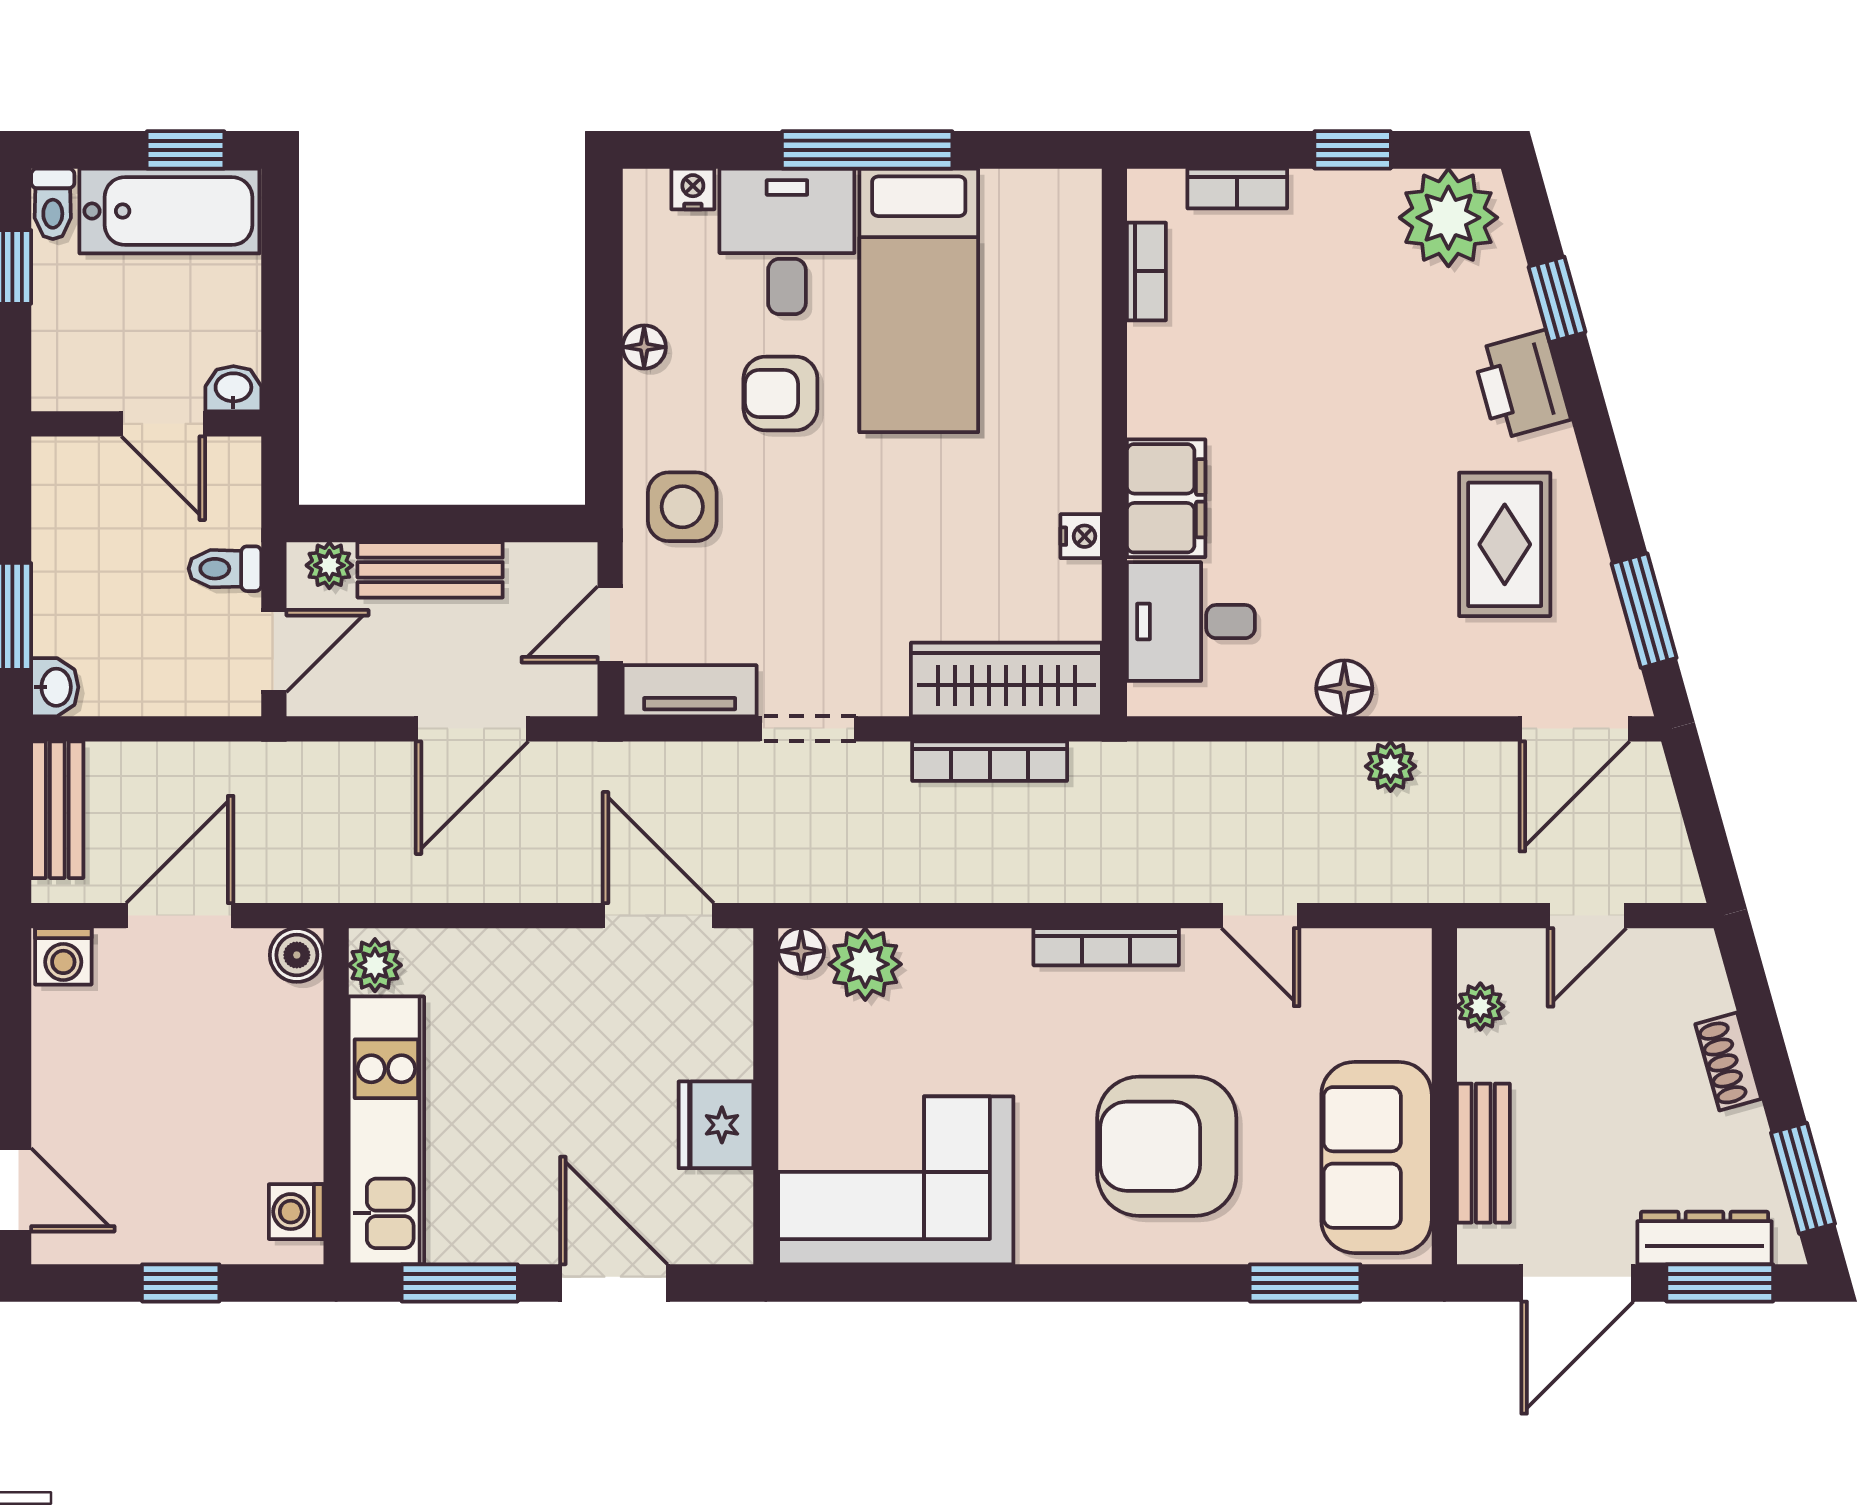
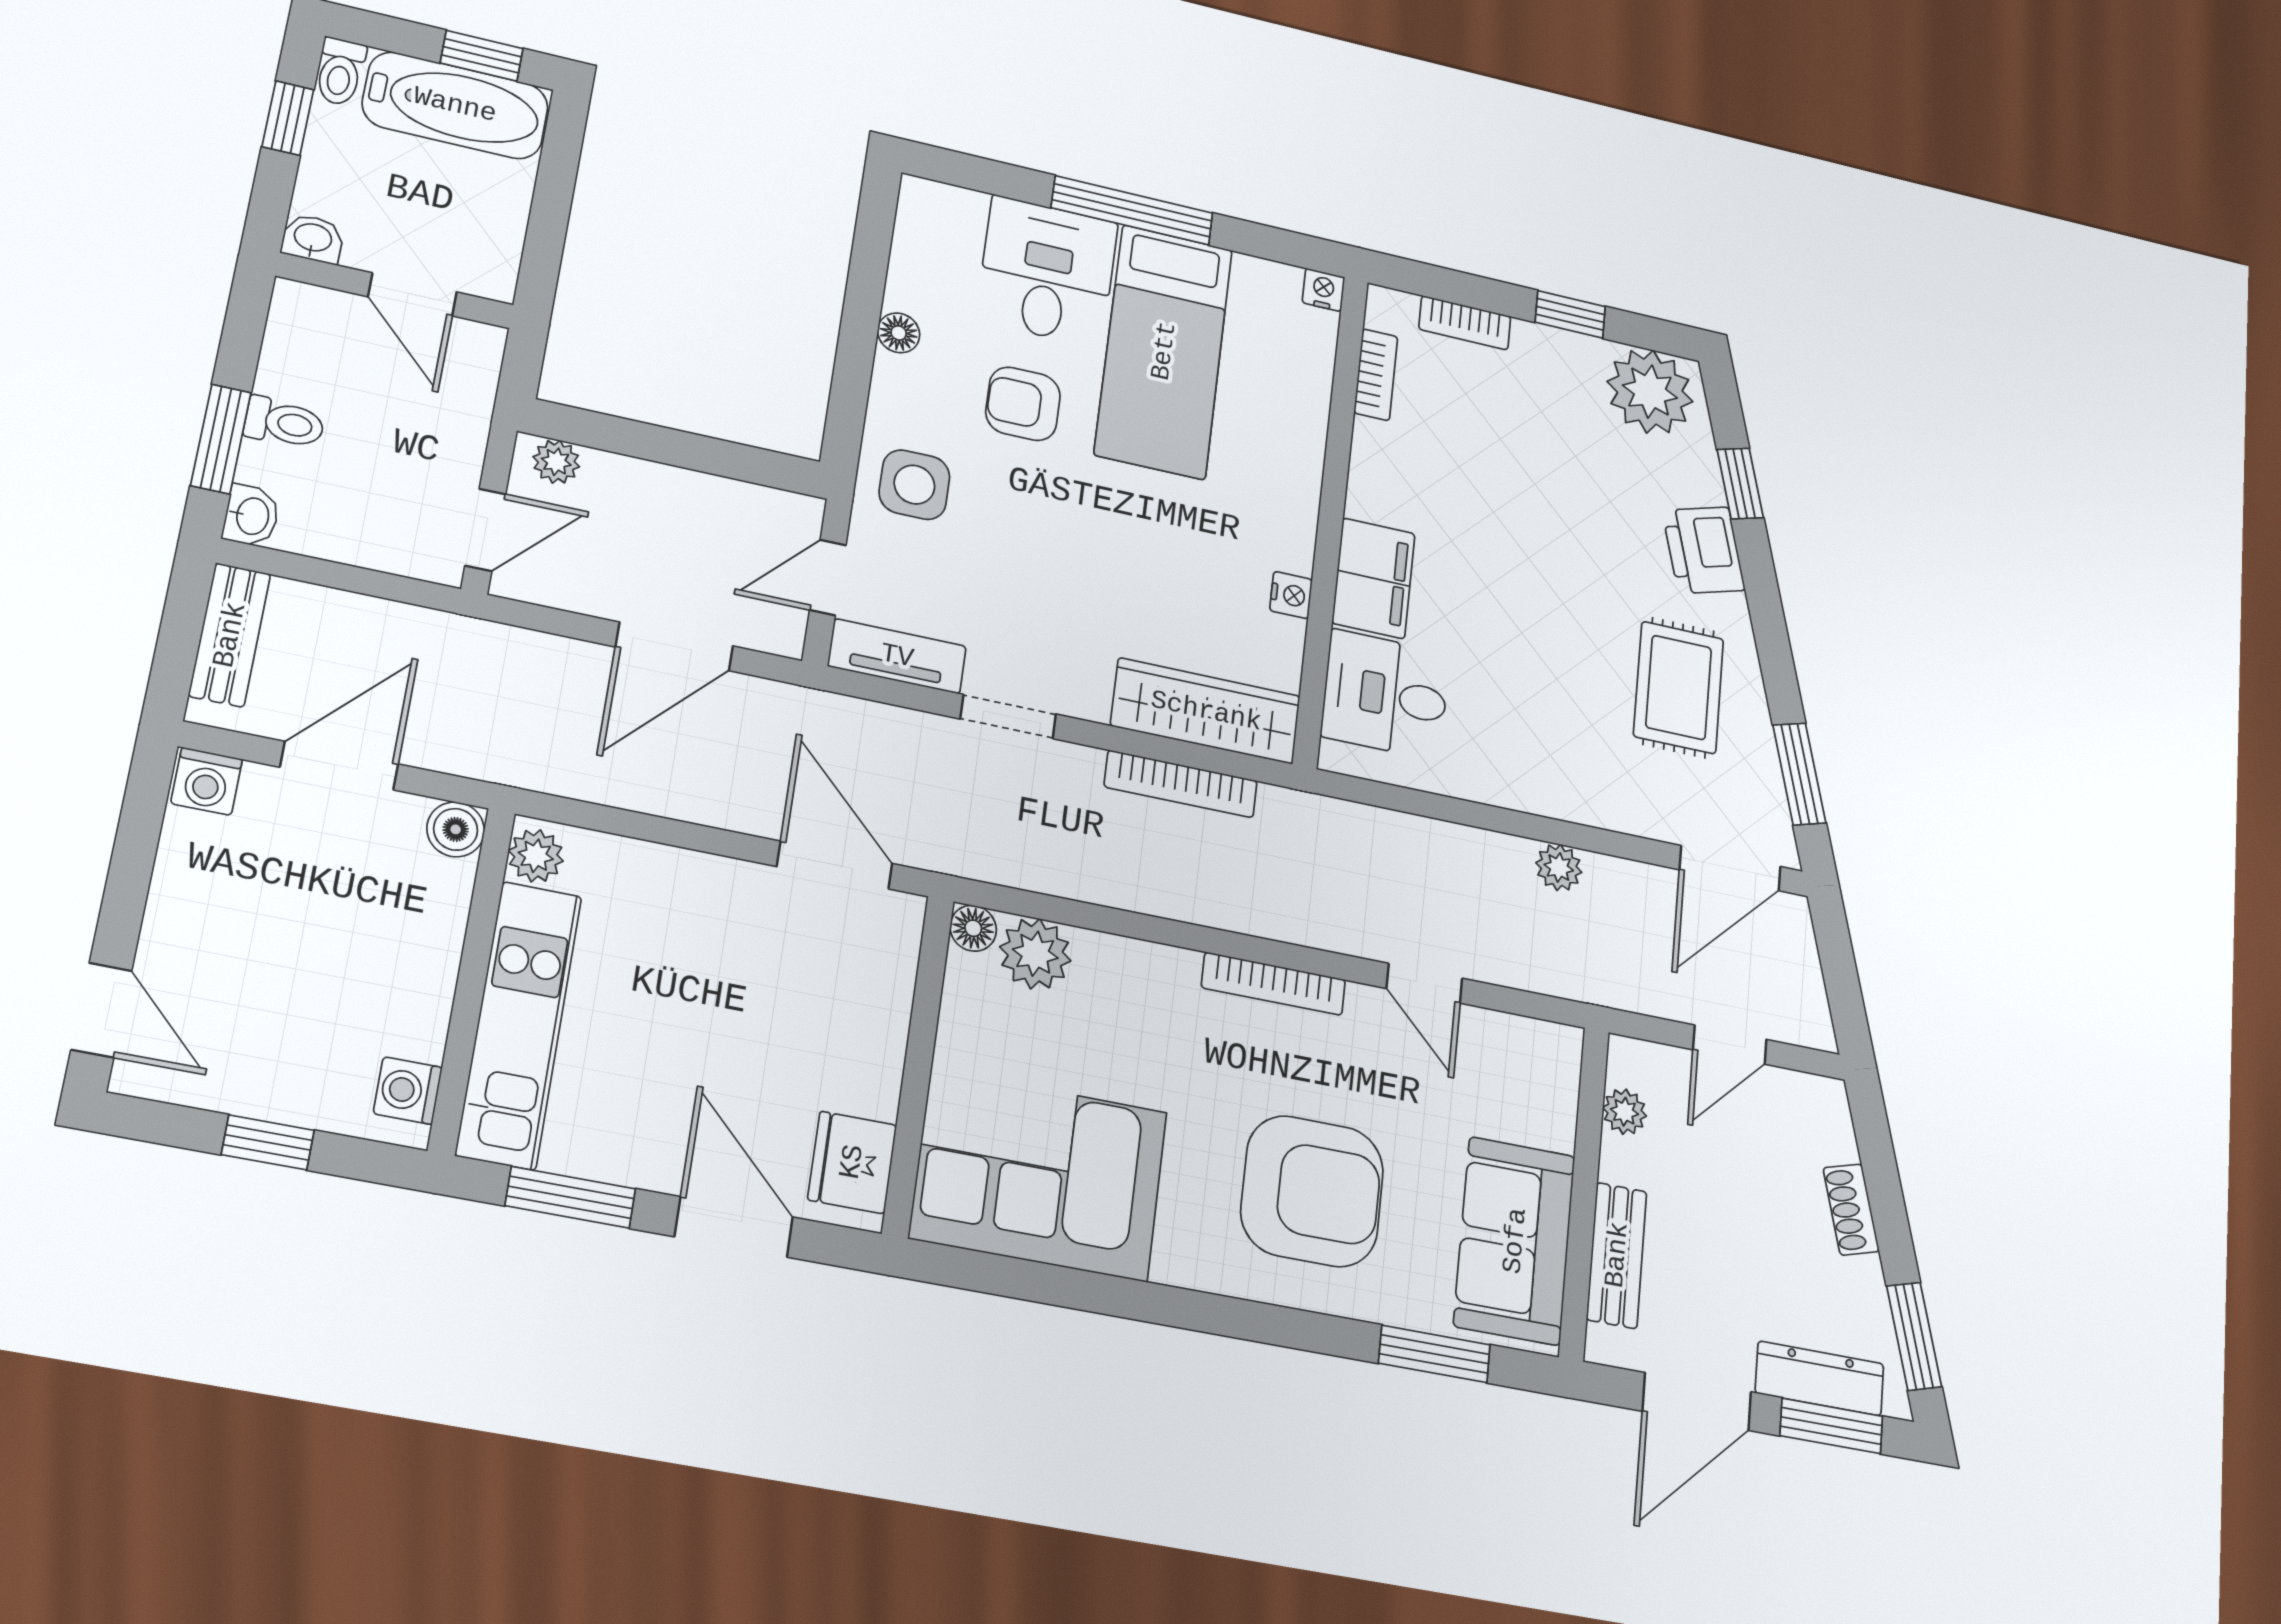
nightstand: (693, 189) -> (1323, 290), moved
washbasin: (233, 389) -> (313, 239), moved
toilet: (225, 569) -> (284, 423), moved, turned 180
bench: (430, 570) -> (657, 488), removed
floor lamp: (1344, 688) -> (1522, 786), removed
fridge: (716, 1125) -> (852, 1162), moved
armchair: (1167, 1146) -> (1312, 1191), turned 180

